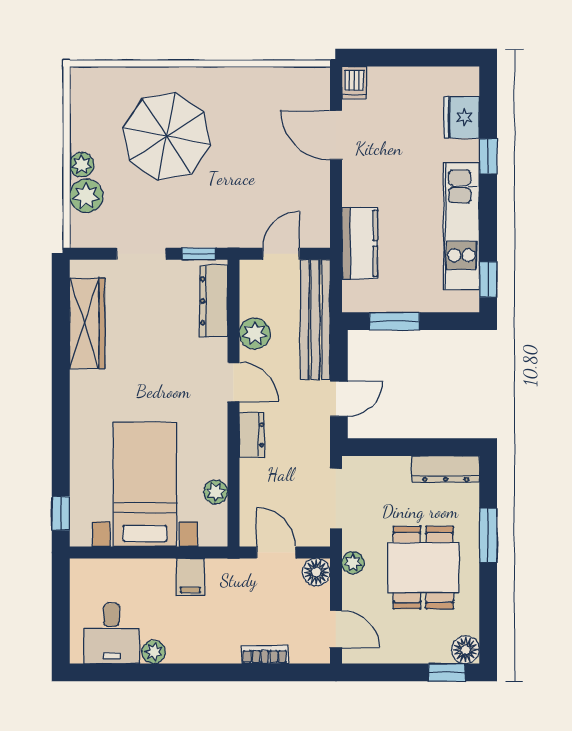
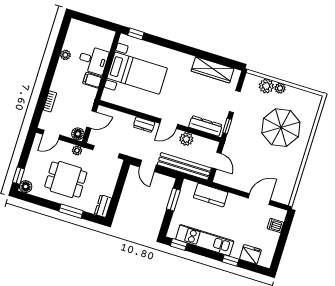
dishwasher: (354, 83) -> (275, 225), moved
dresser: (446, 469) -> (103, 206), width x0.70
plant: (216, 492) -> (125, 102), removed
desk: (112, 633) -> (93, 60), moved, turned 180

